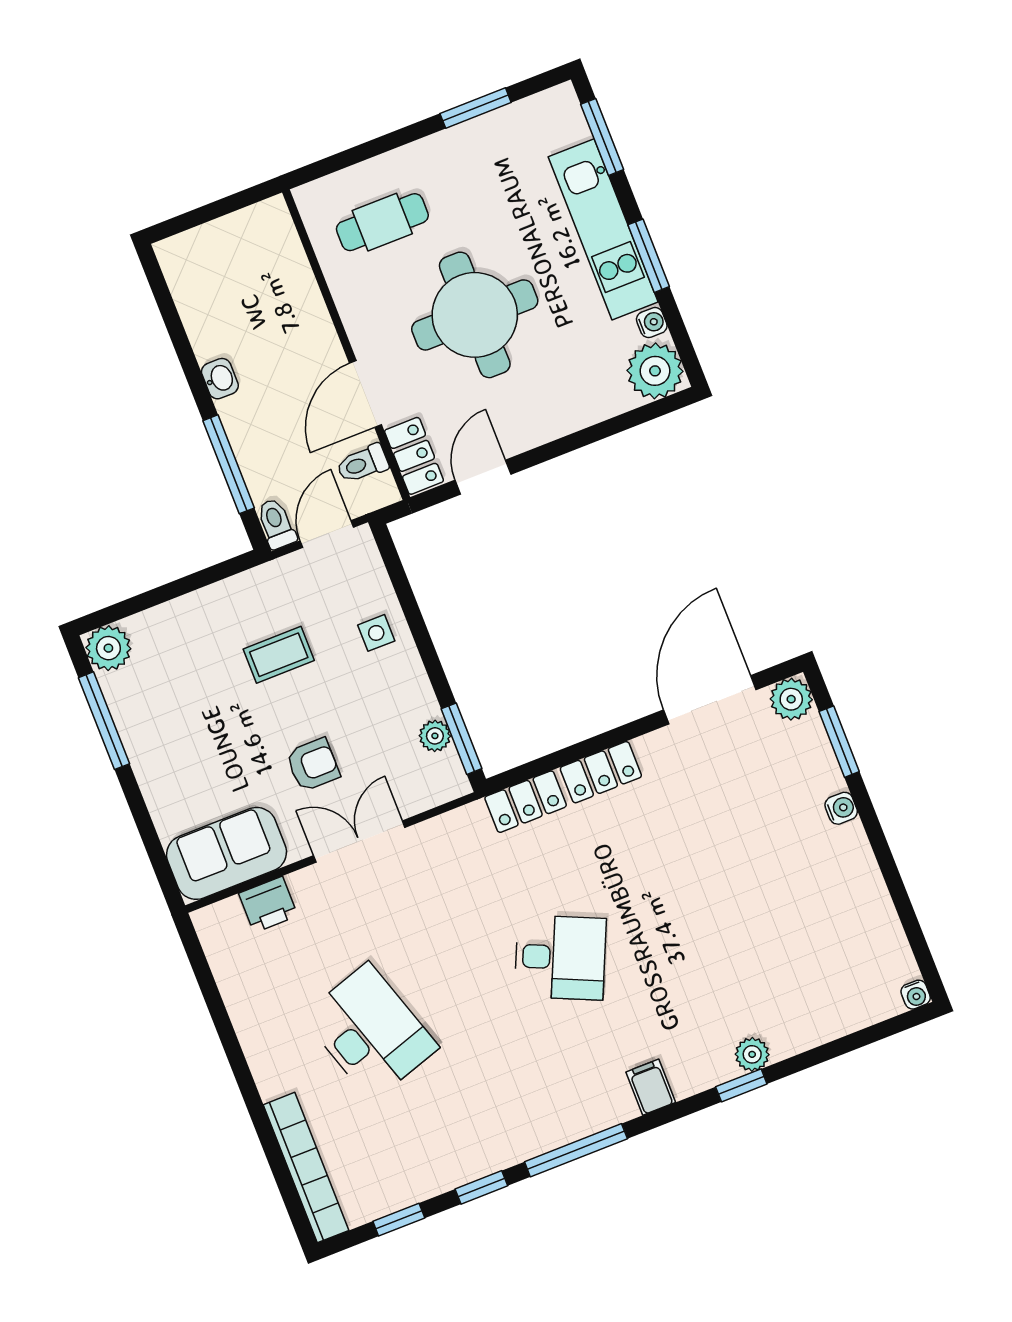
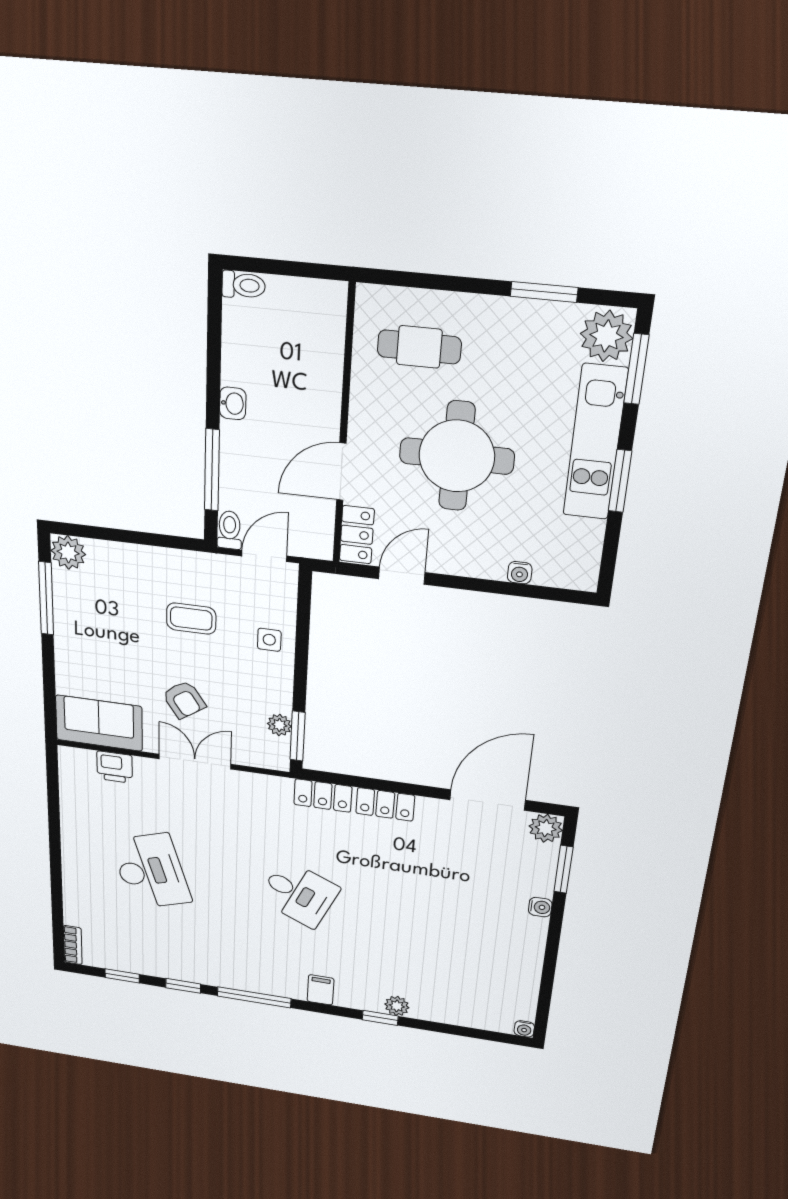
water cooler: (652, 323) -> (520, 573), moved, turned 90
plant: (655, 371) -> (606, 336), moved
toilet: (362, 464) -> (244, 285), moved, turned 180
armchair: (313, 765) -> (184, 700), turned 56
bookcase: (306, 1168) -> (73, 945), width x0.43, depth x0.76

